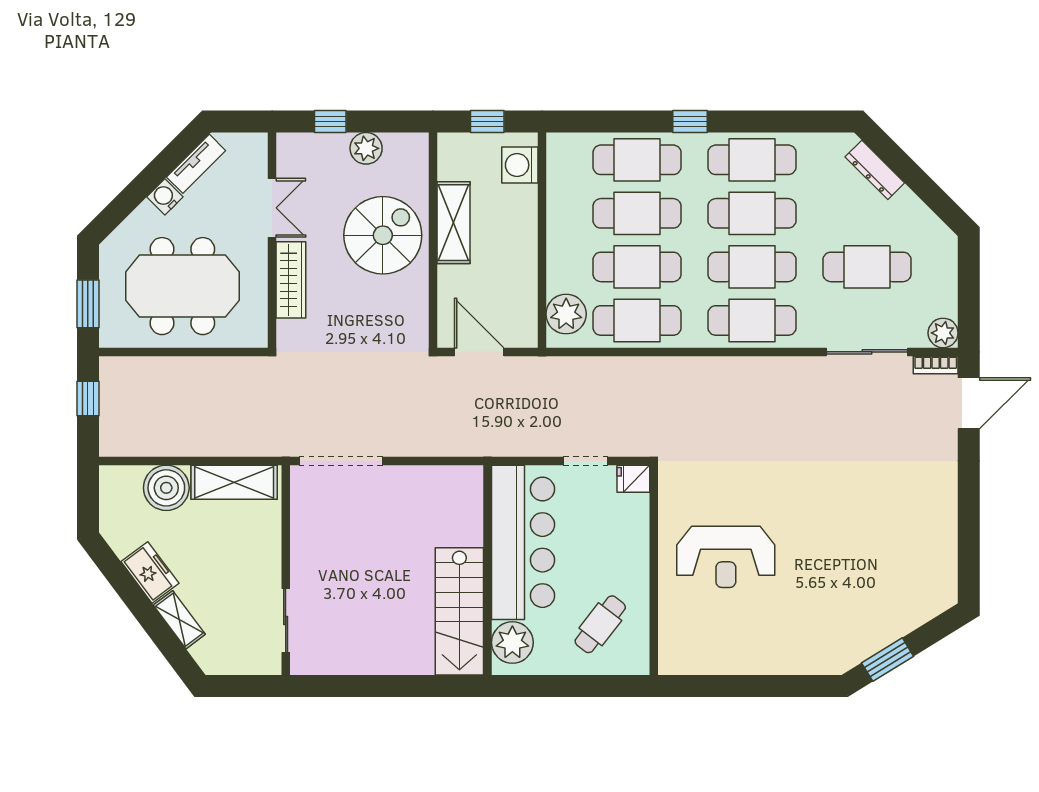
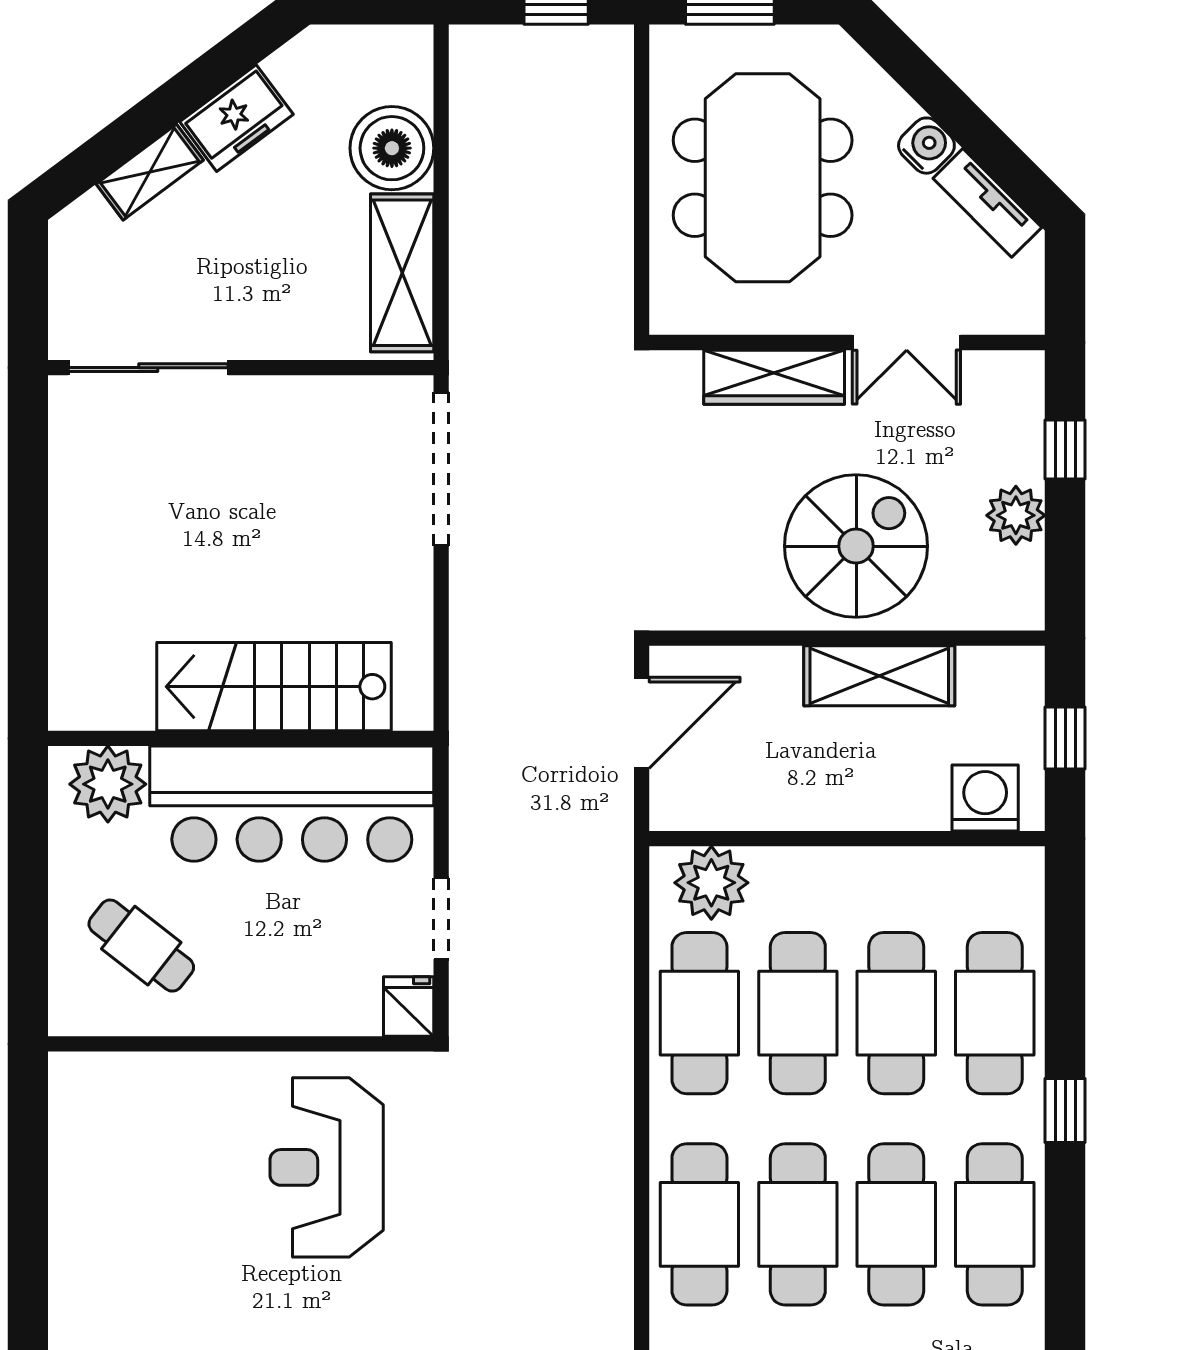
spiral stairs: (383, 235) -> (856, 546), turned -90
reception desk: (726, 557) -> (327, 1167), moved
stairs: (459, 611) -> (274, 687), moved
sliding door: (286, 621) -> (148, 368), width x1.37

